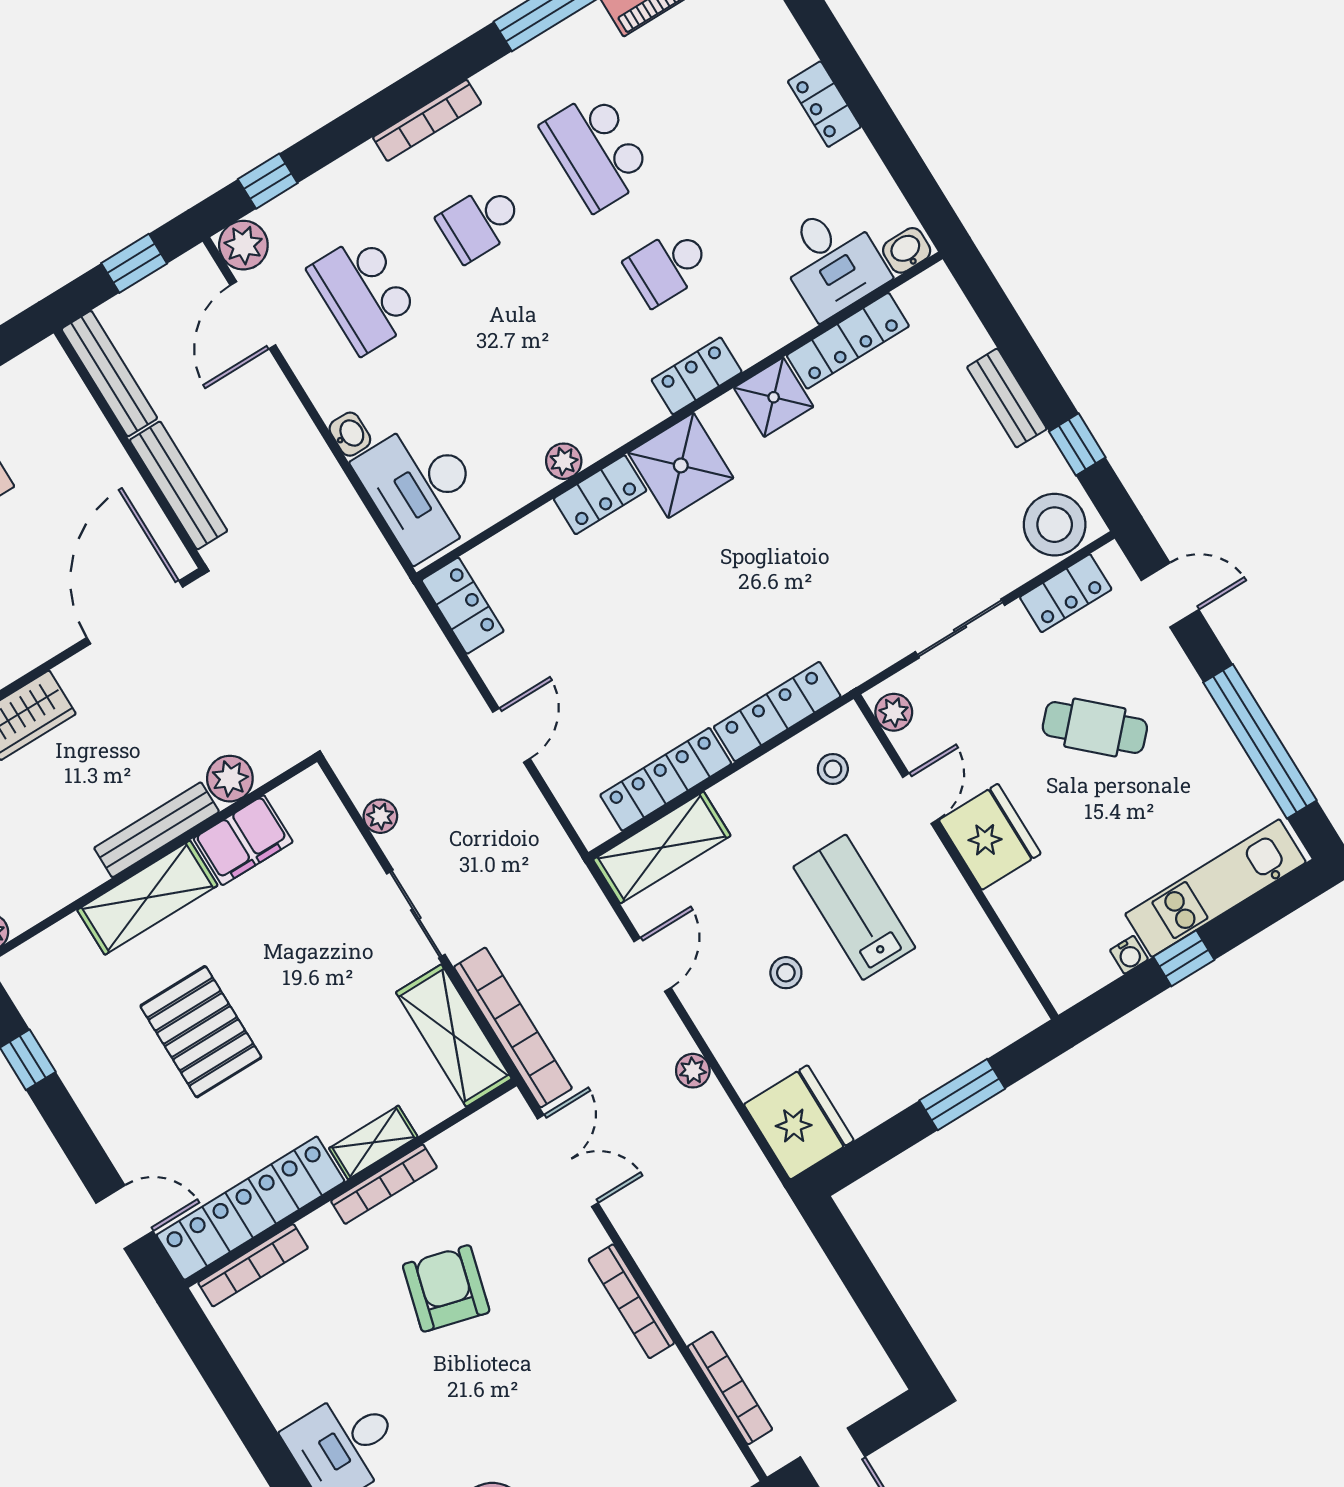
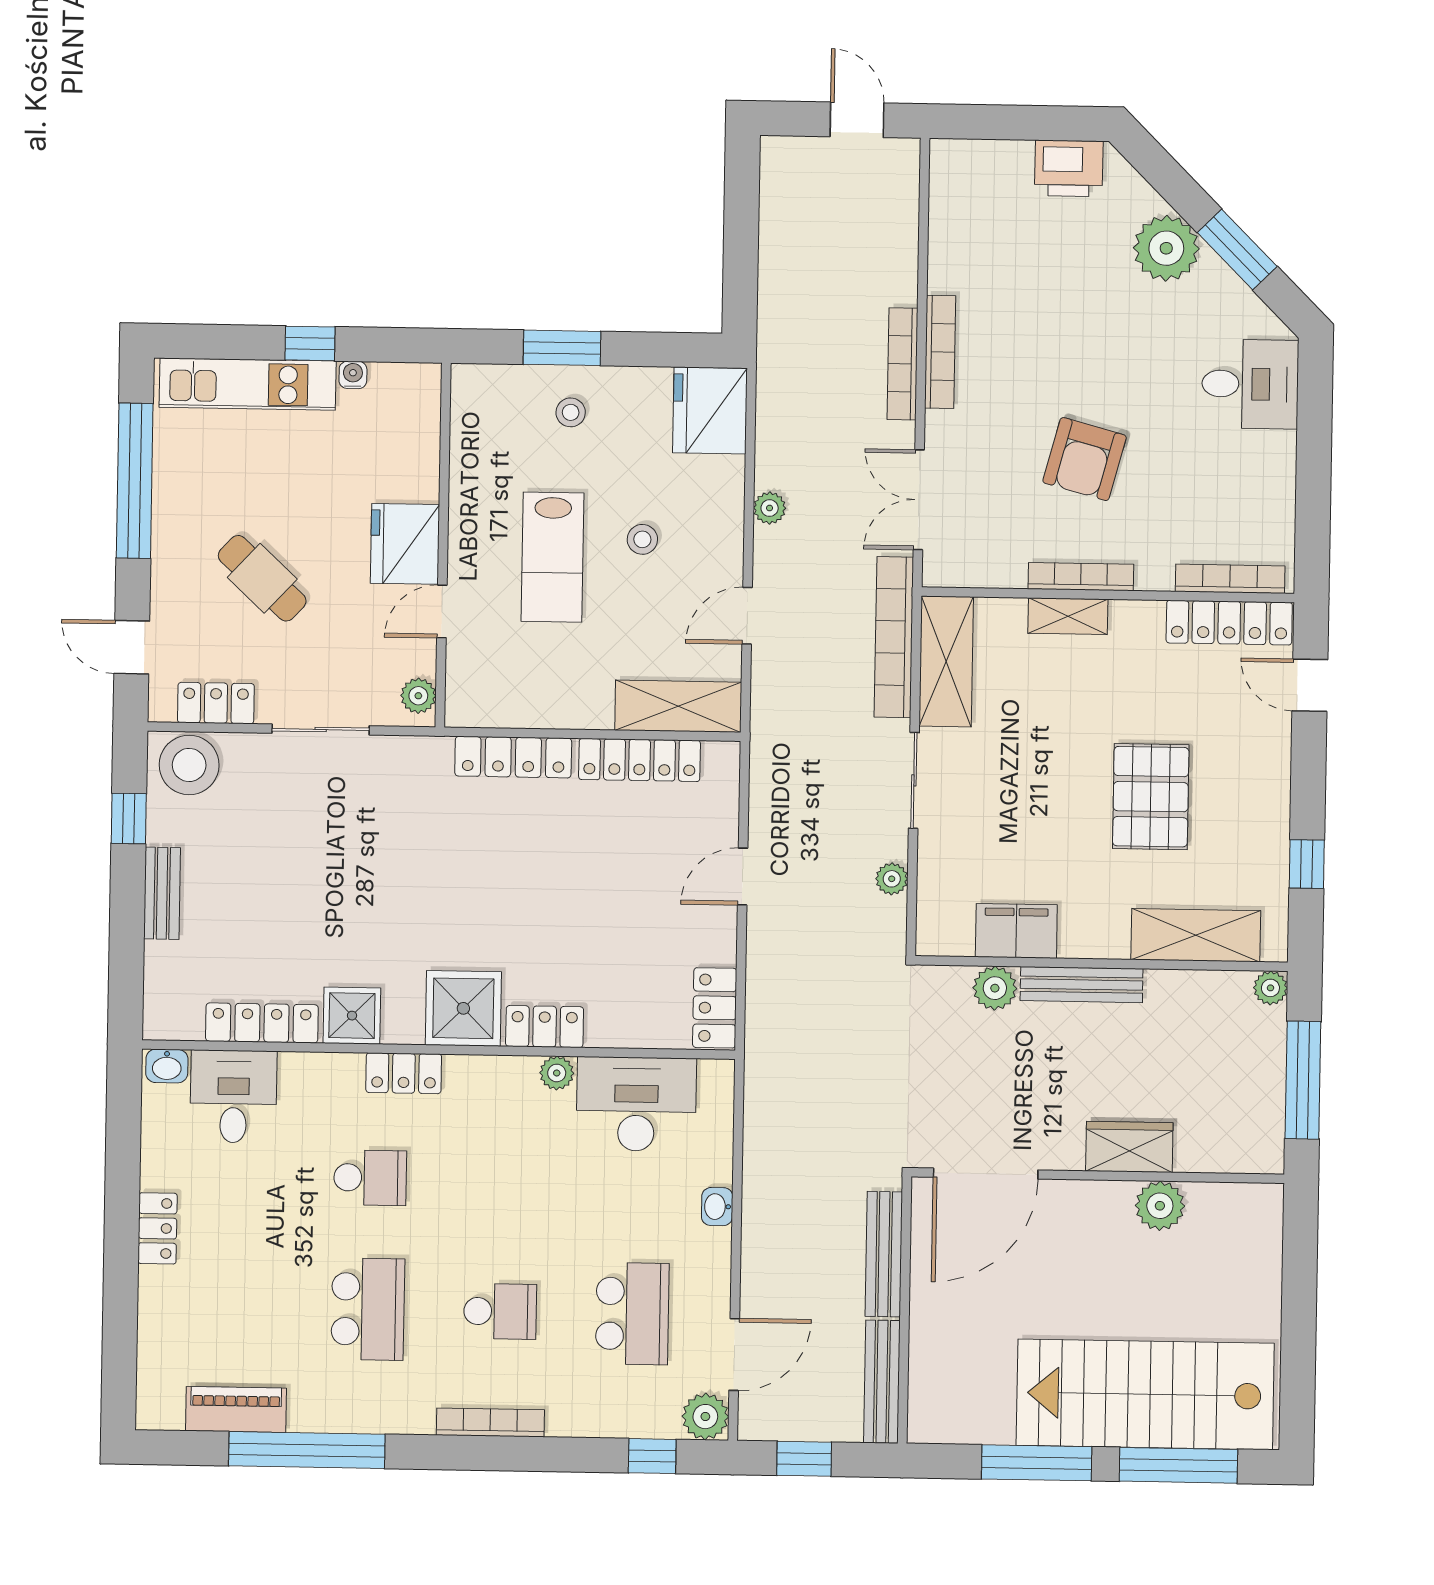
desk: (422, 489) -> (636, 1104), moved, turned -90
stool: (833, 769) -> (571, 412), moved
shelving: (147, 898) -> (1196, 935), moved
locker: (251, 1208) -> (1229, 623), width x0.71, depth x0.83
bookcase: (730, 1388) -> (903, 364), moved

